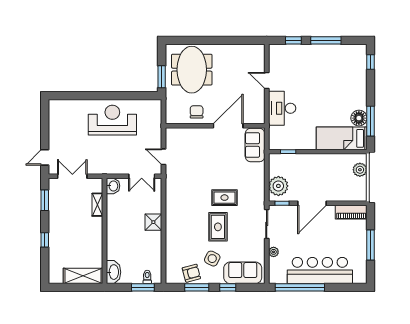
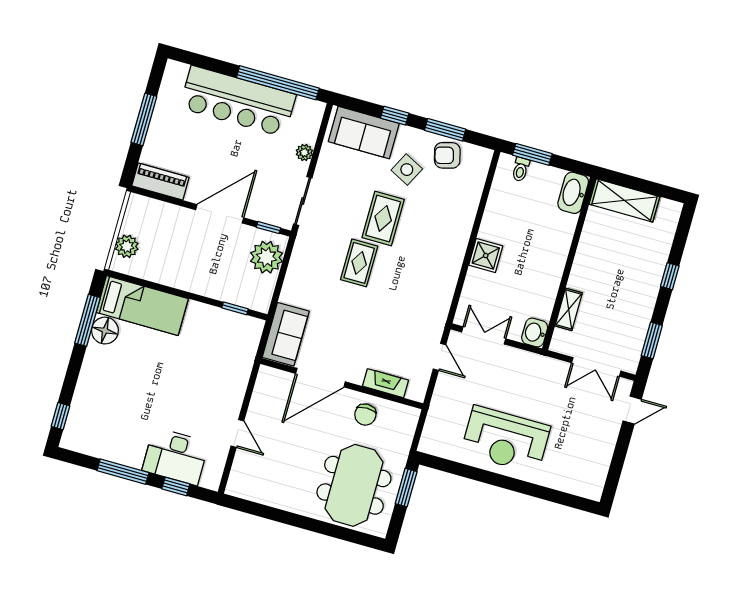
desk: (282, 108) -> (176, 456), moved, turned 90
fireplace: (190, 133) -> (386, 383), added
rug: (224, 198) -> (359, 263), turned 90

